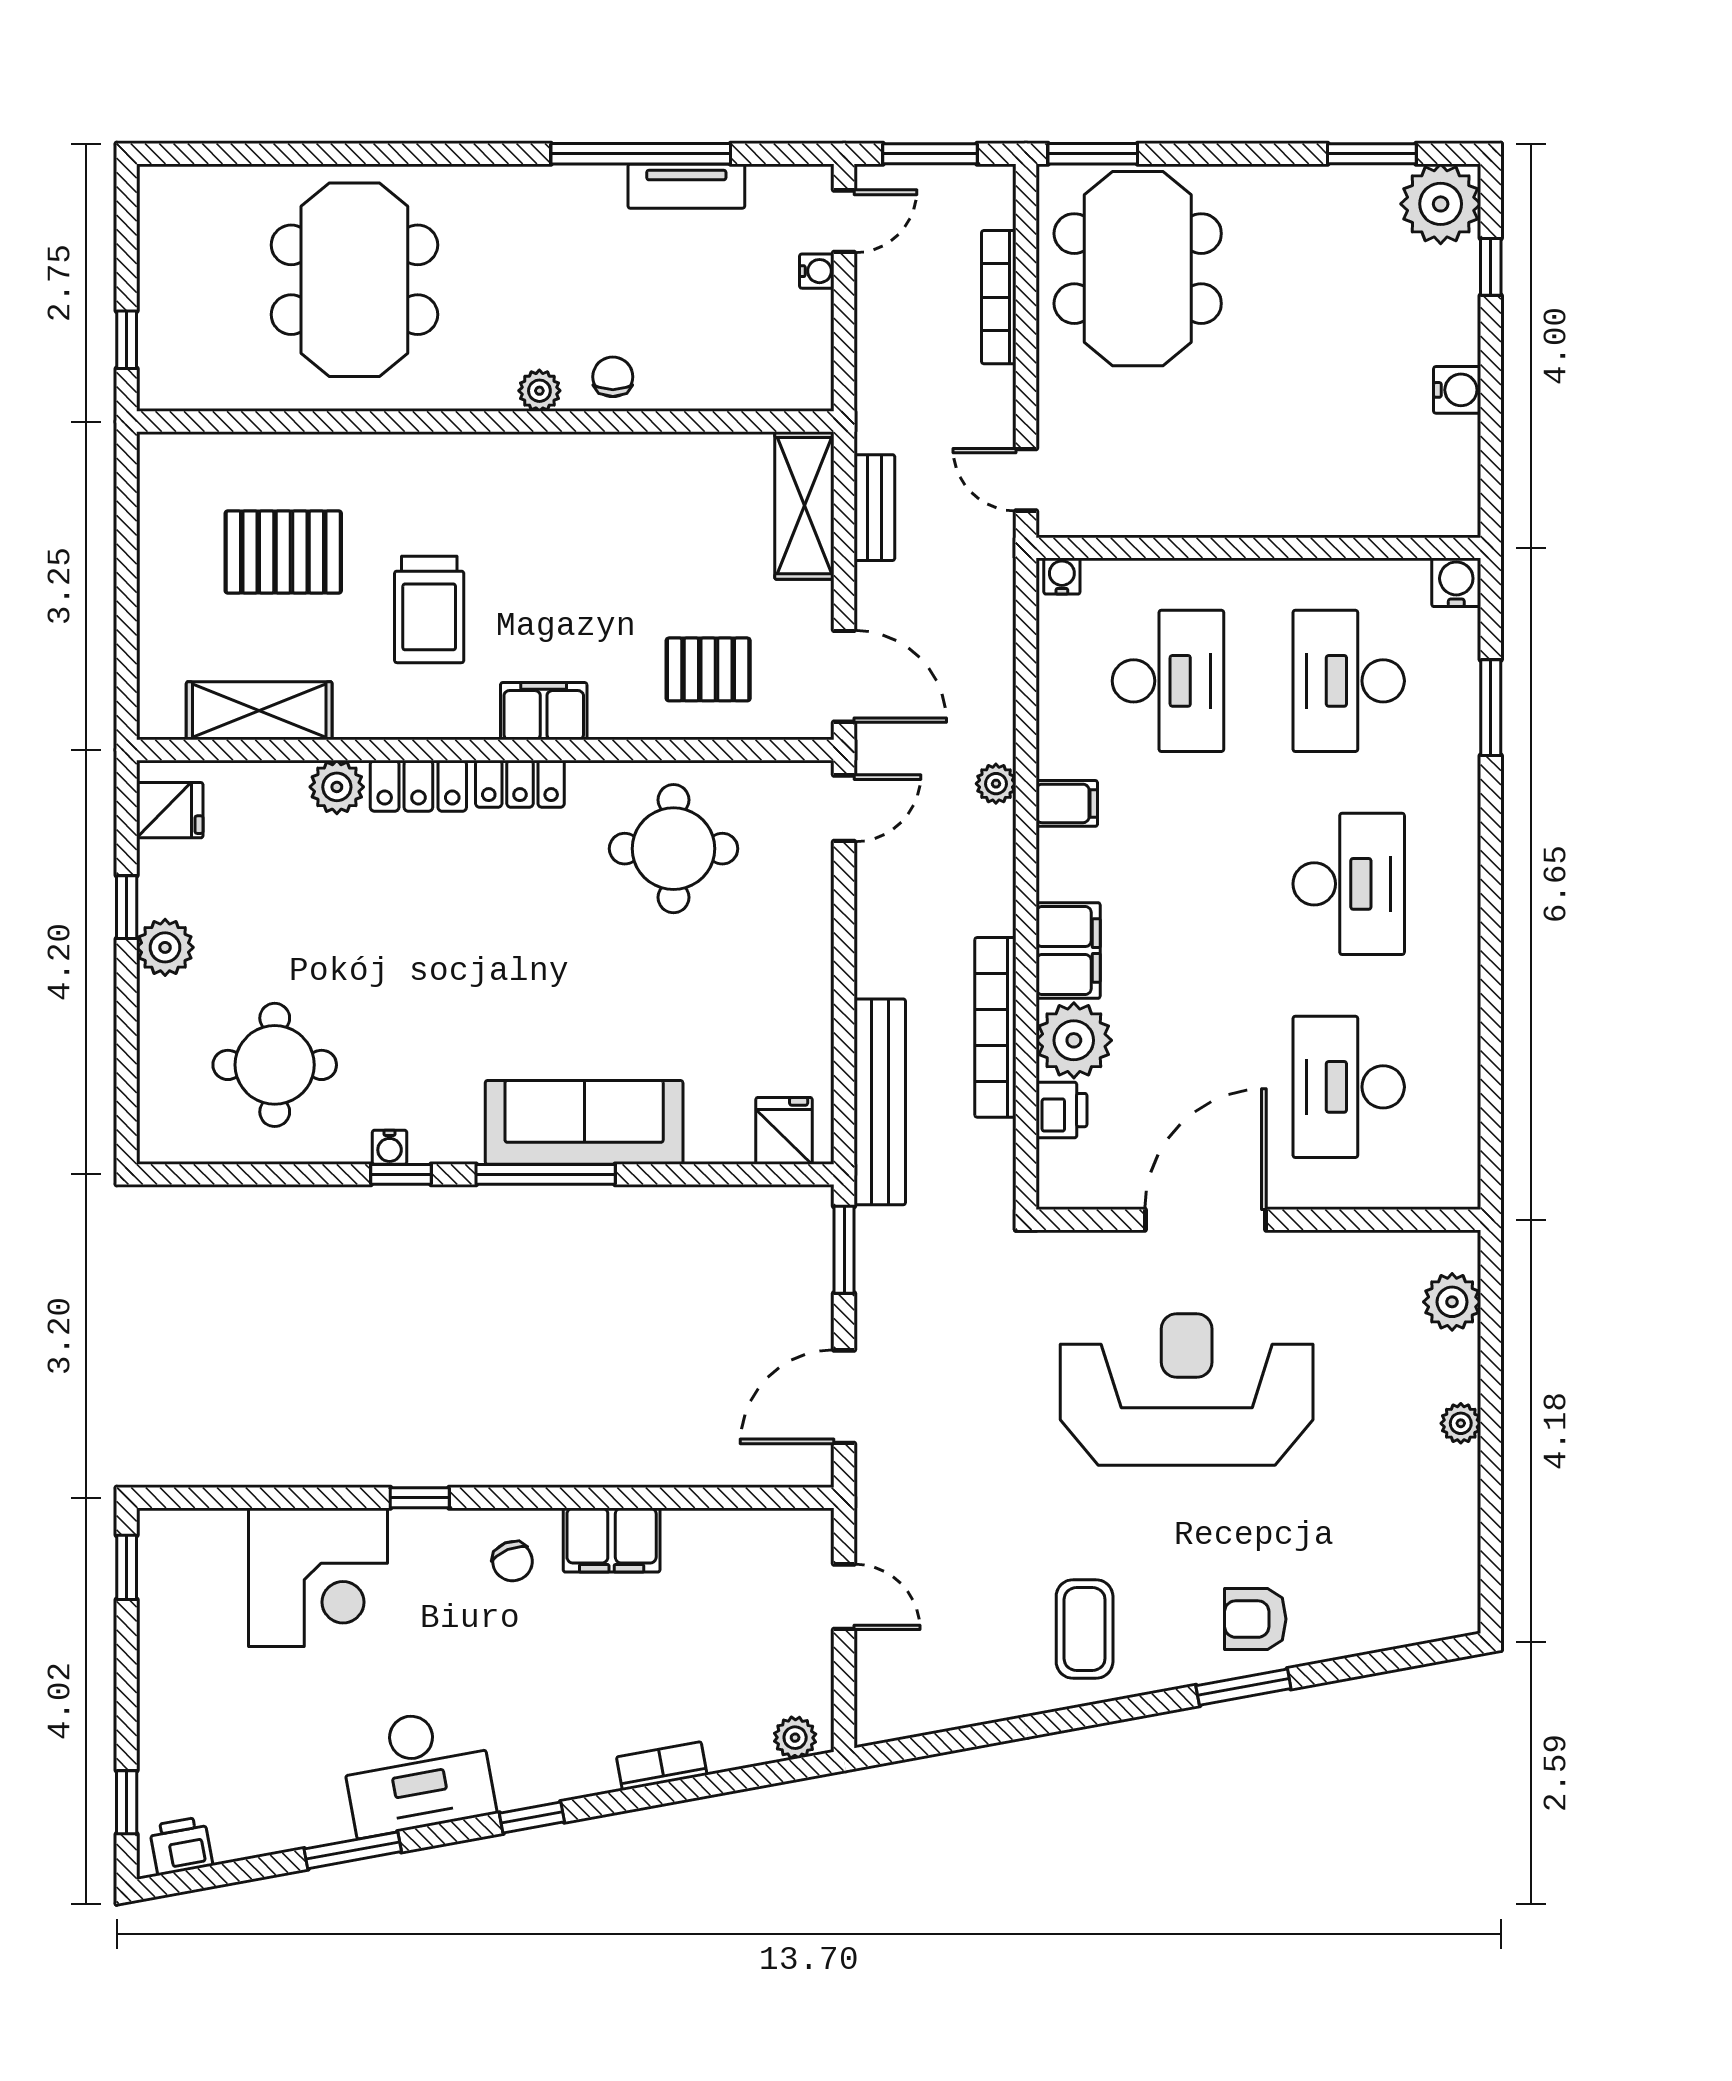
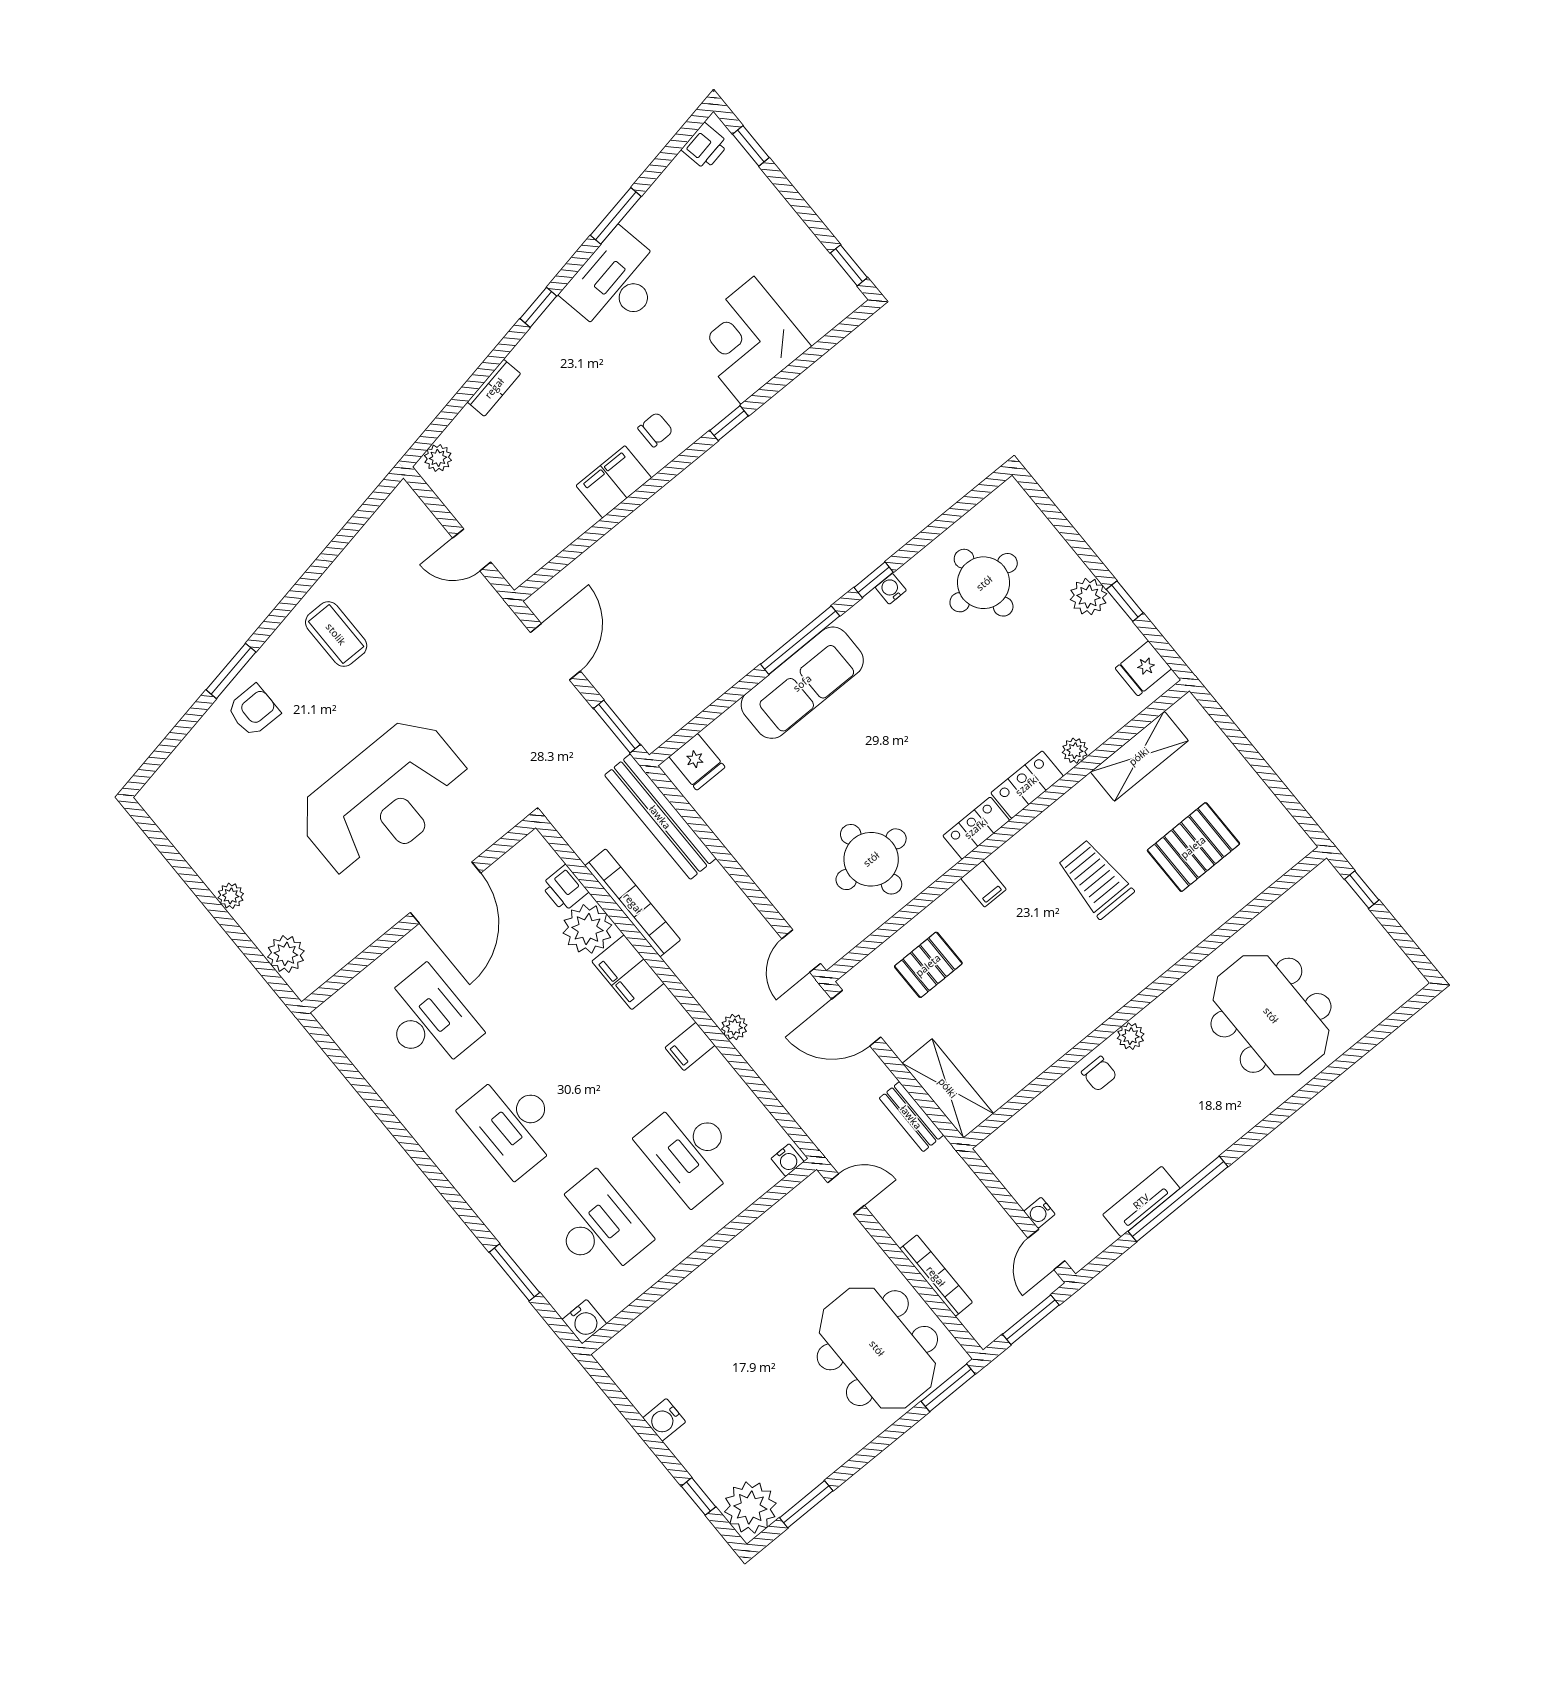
filing cabinet: (544, 711) -> (984, 884), width x0.50
plant: (337, 787) -> (1075, 751), width x0.73, depth x0.73
chair: (512, 1561) -> (655, 430), turned 112

